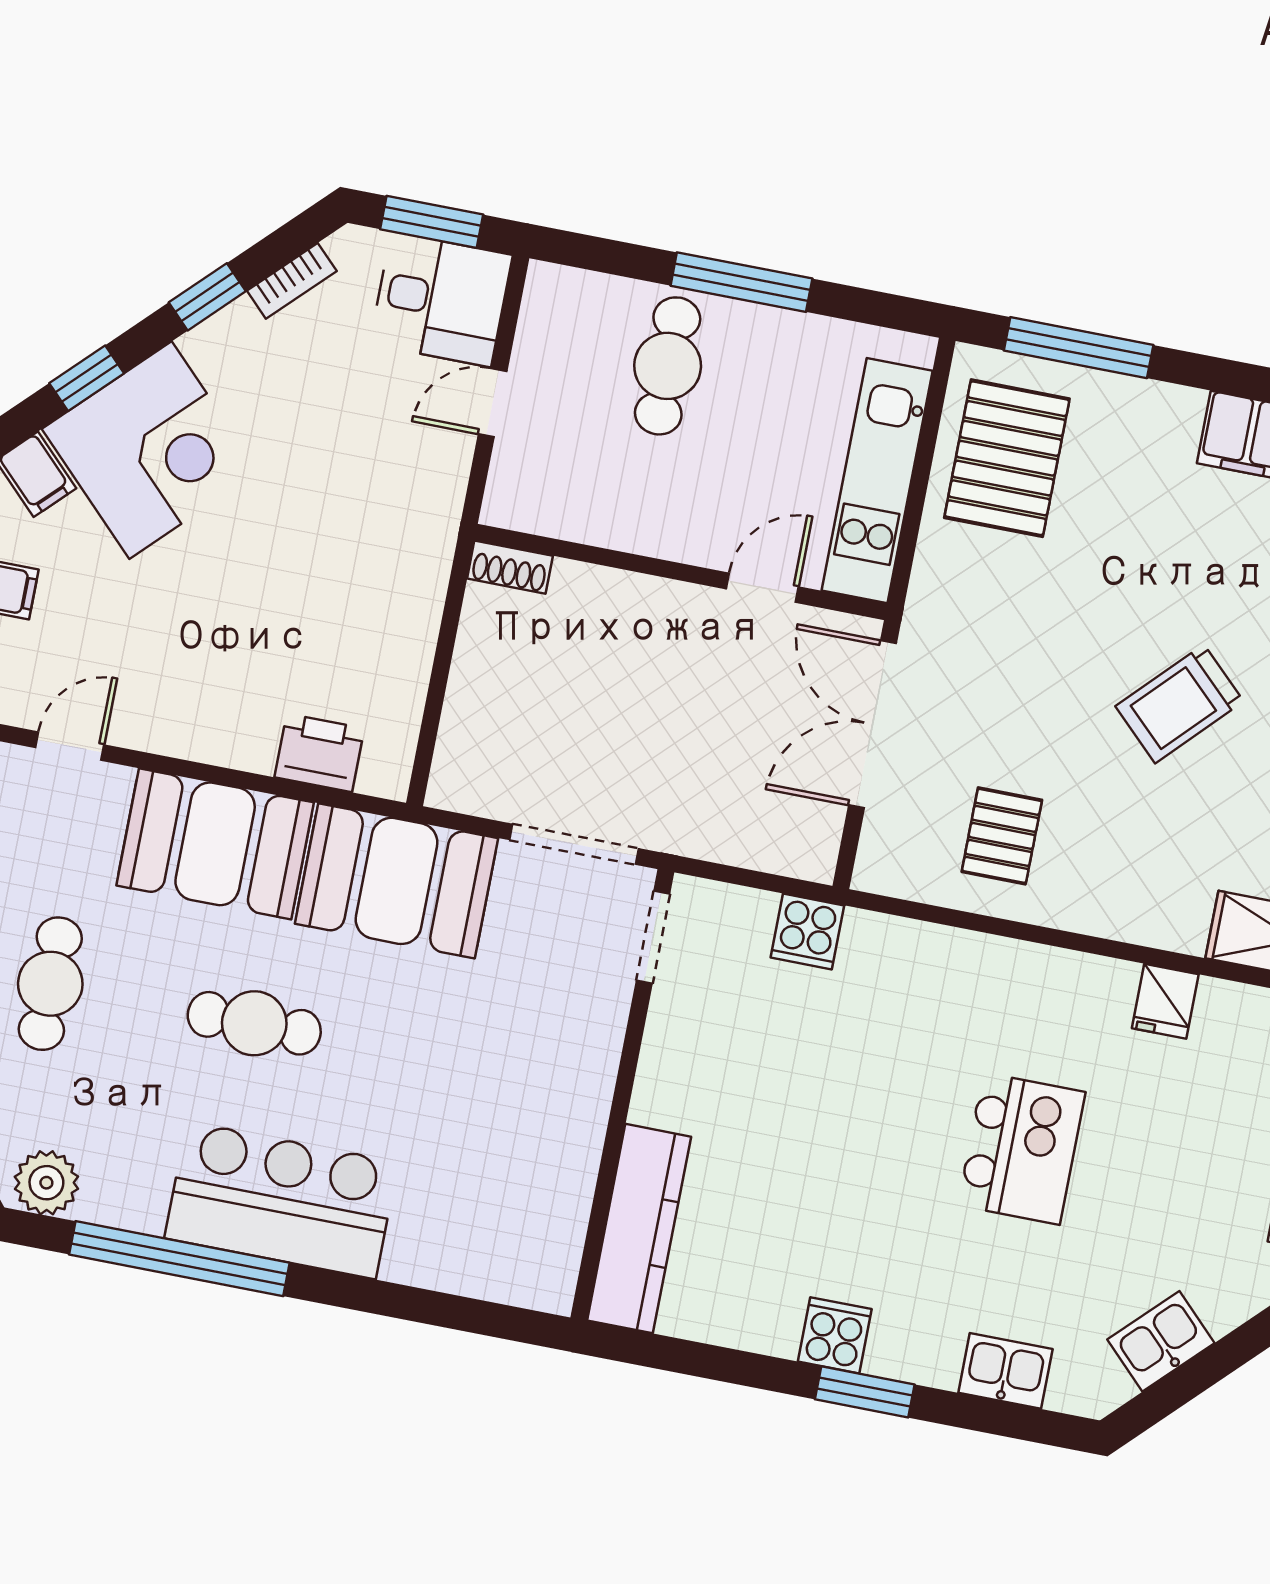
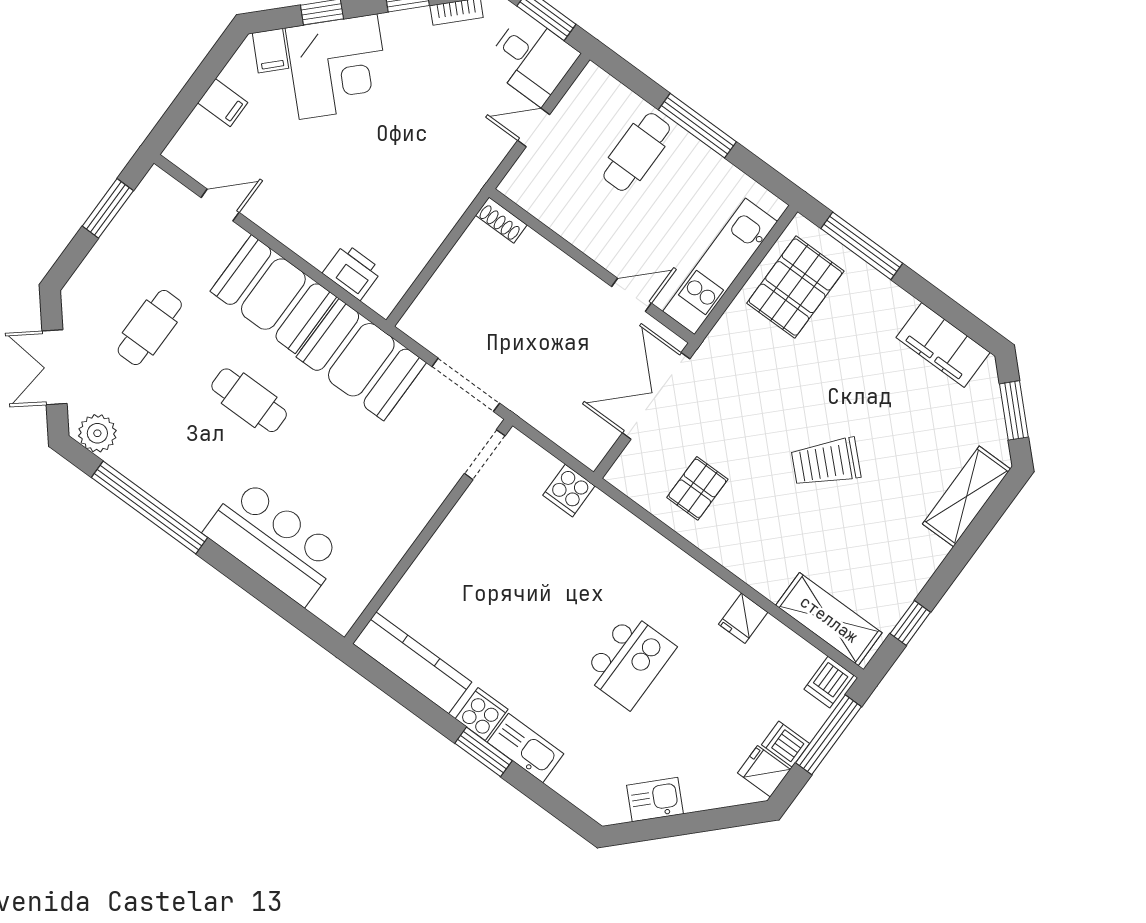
bar counter: (281, 1200) -> (274, 542), moved
kitchen counter: (639, 1229) -> (412, 663), moved, turned -90
kitchen sink: (1005, 1371) -> (526, 748), moved, width x1.38

